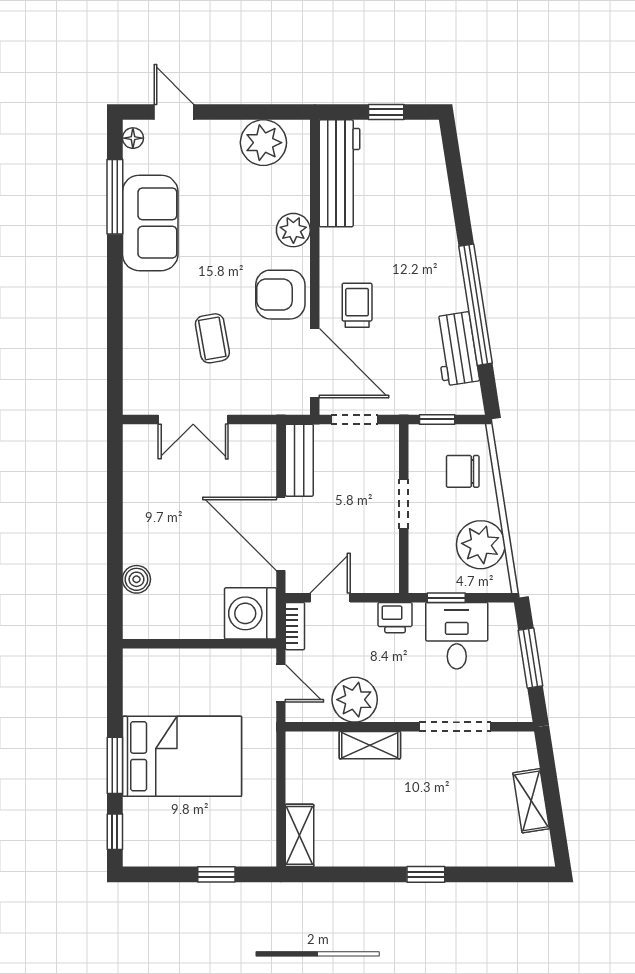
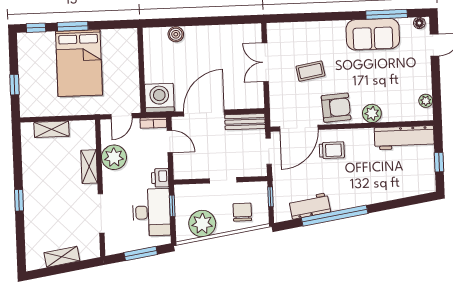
plant: (263, 143) -> (426, 101), width x0.53, depth x0.53
armchair: (280, 295) -> (336, 108), turned 86
desk: (457, 636) -> (151, 212), width x1.37
shelving: (300, 835) -> (52, 129), moved

